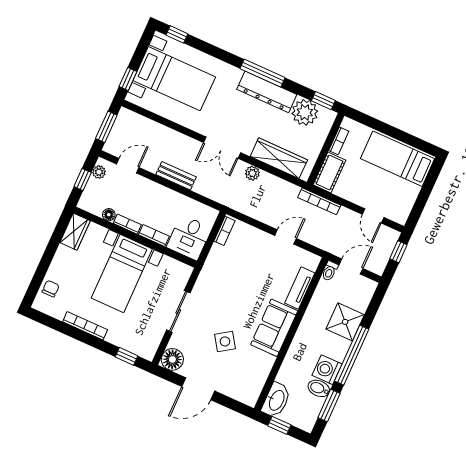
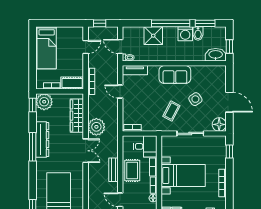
plant: (305, 112) -> (44, 102), moved
plant: (252, 173) -> (96, 127), width x1.88, depth x1.88
rug: (163, 202) -> (132, 170), added
tv unit: (300, 288) -> (135, 70), moved
coffee table: (223, 299) -> (171, 111), added

